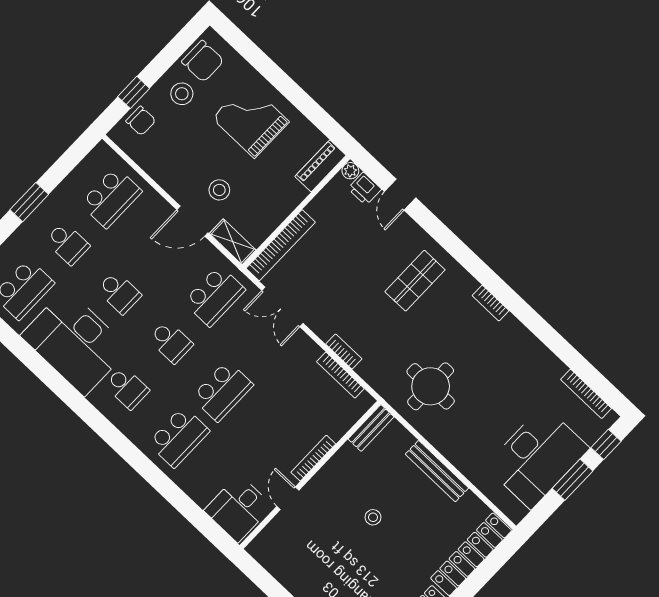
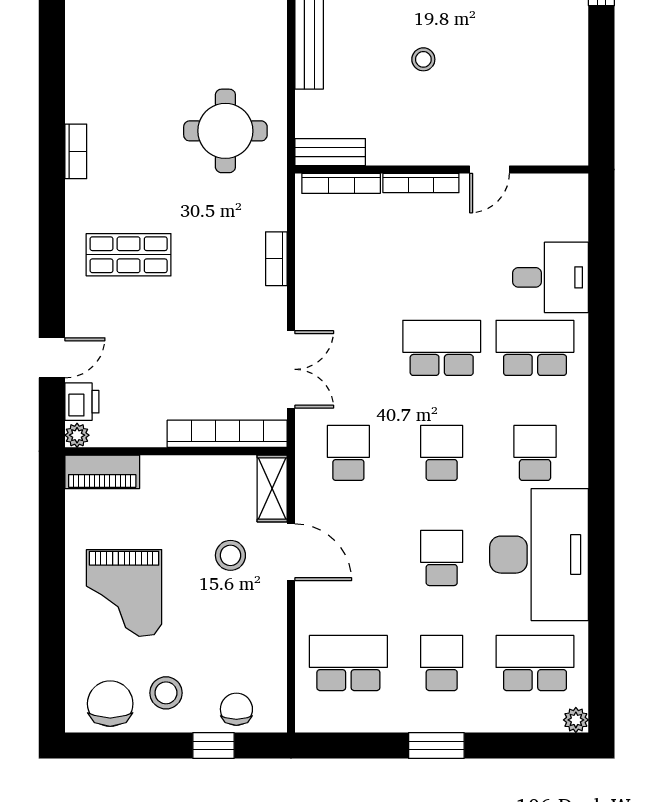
school desk: (214, 296) -> (348, 453), width x0.54
bookcase: (340, 375) -> (341, 183), moved, turned 90
desk: (238, 508) -> (551, 277), moved

